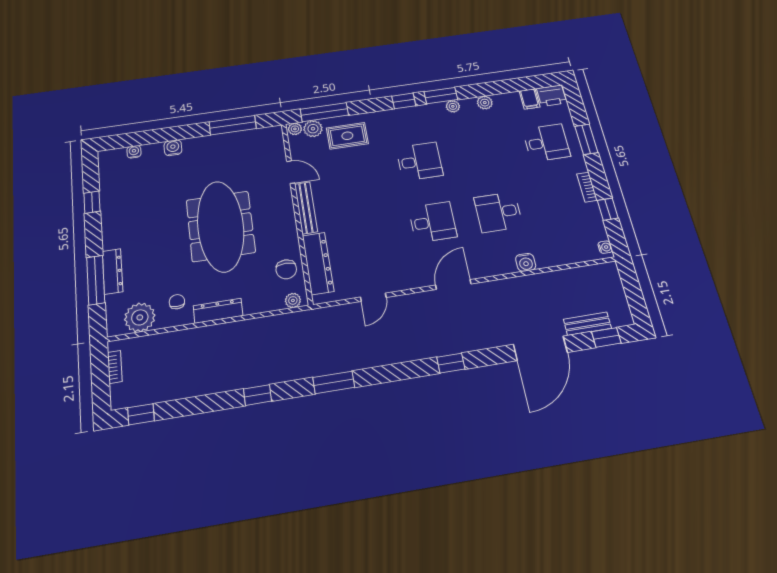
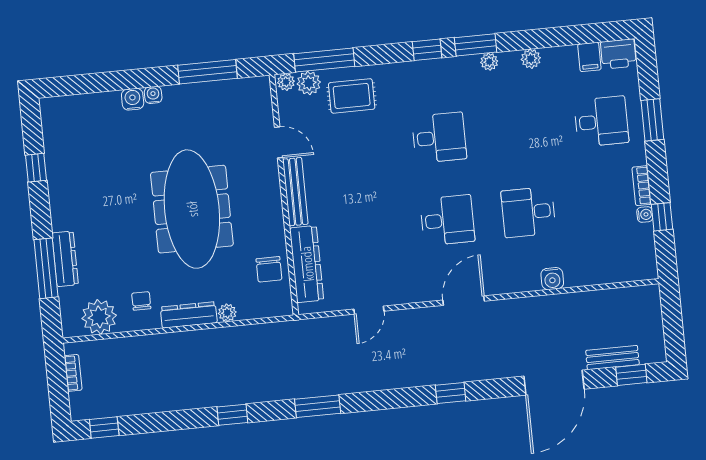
water cooler: (134, 152) -> (153, 95), moved
water cooler: (605, 247) -> (645, 214), moved
plant: (293, 300) -> (227, 313), moved

